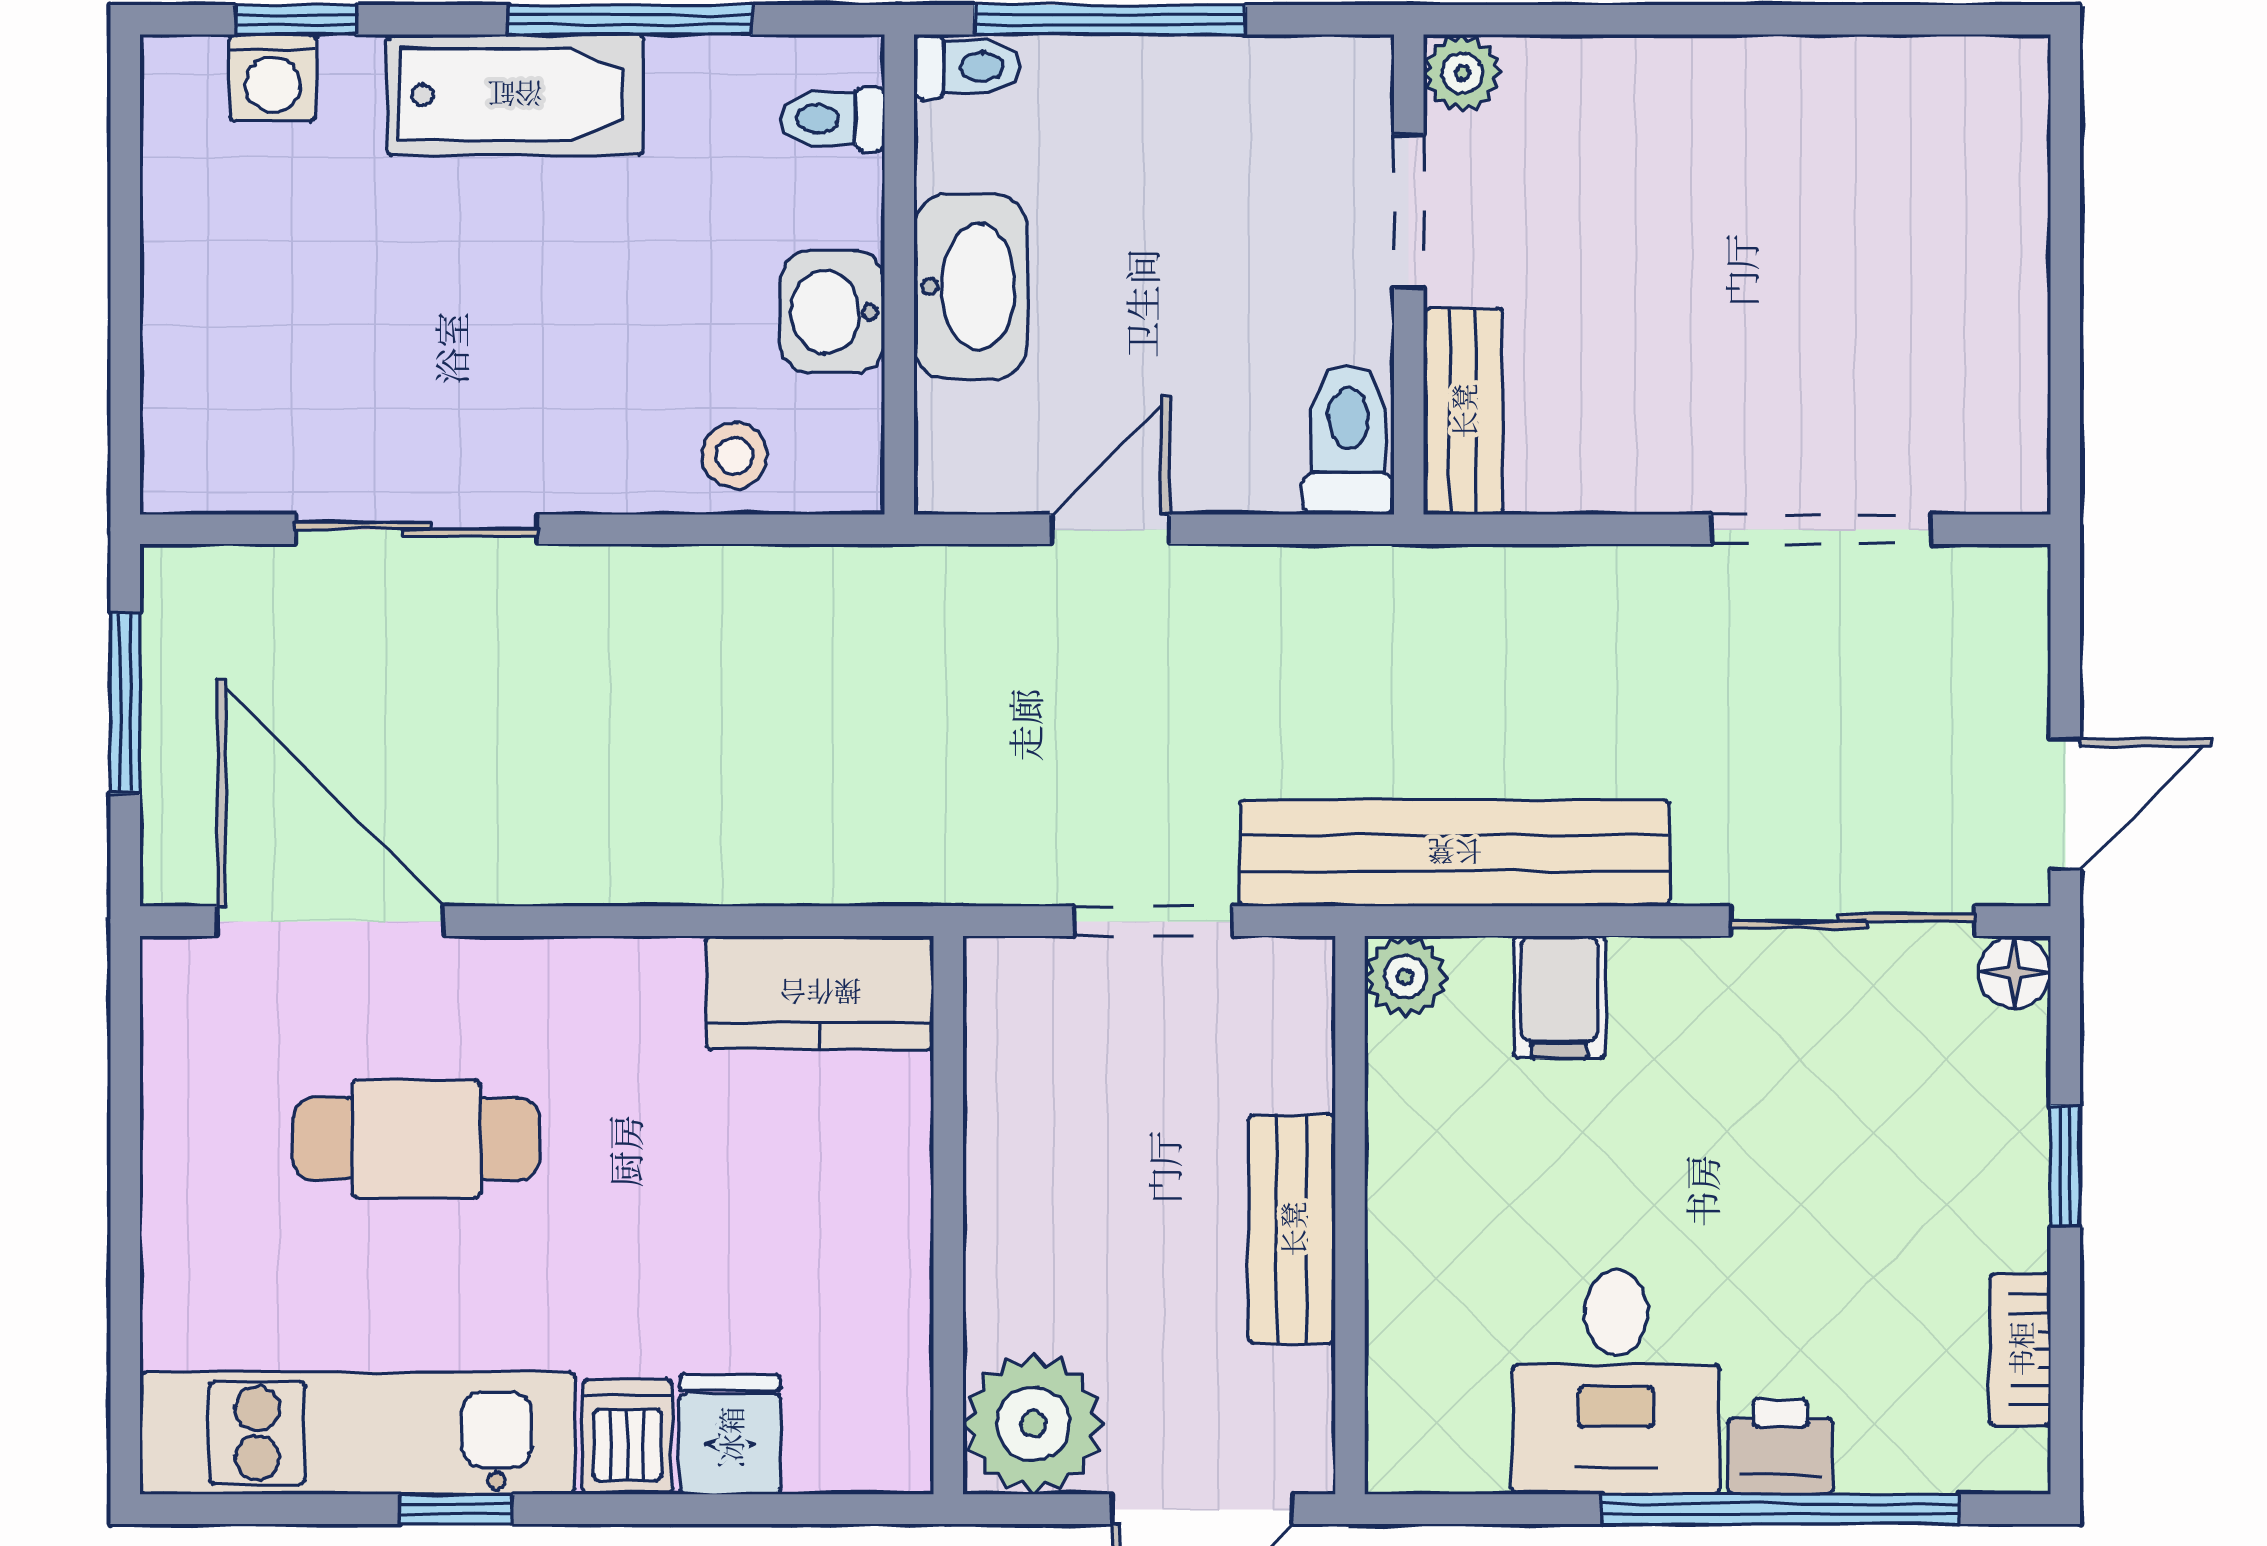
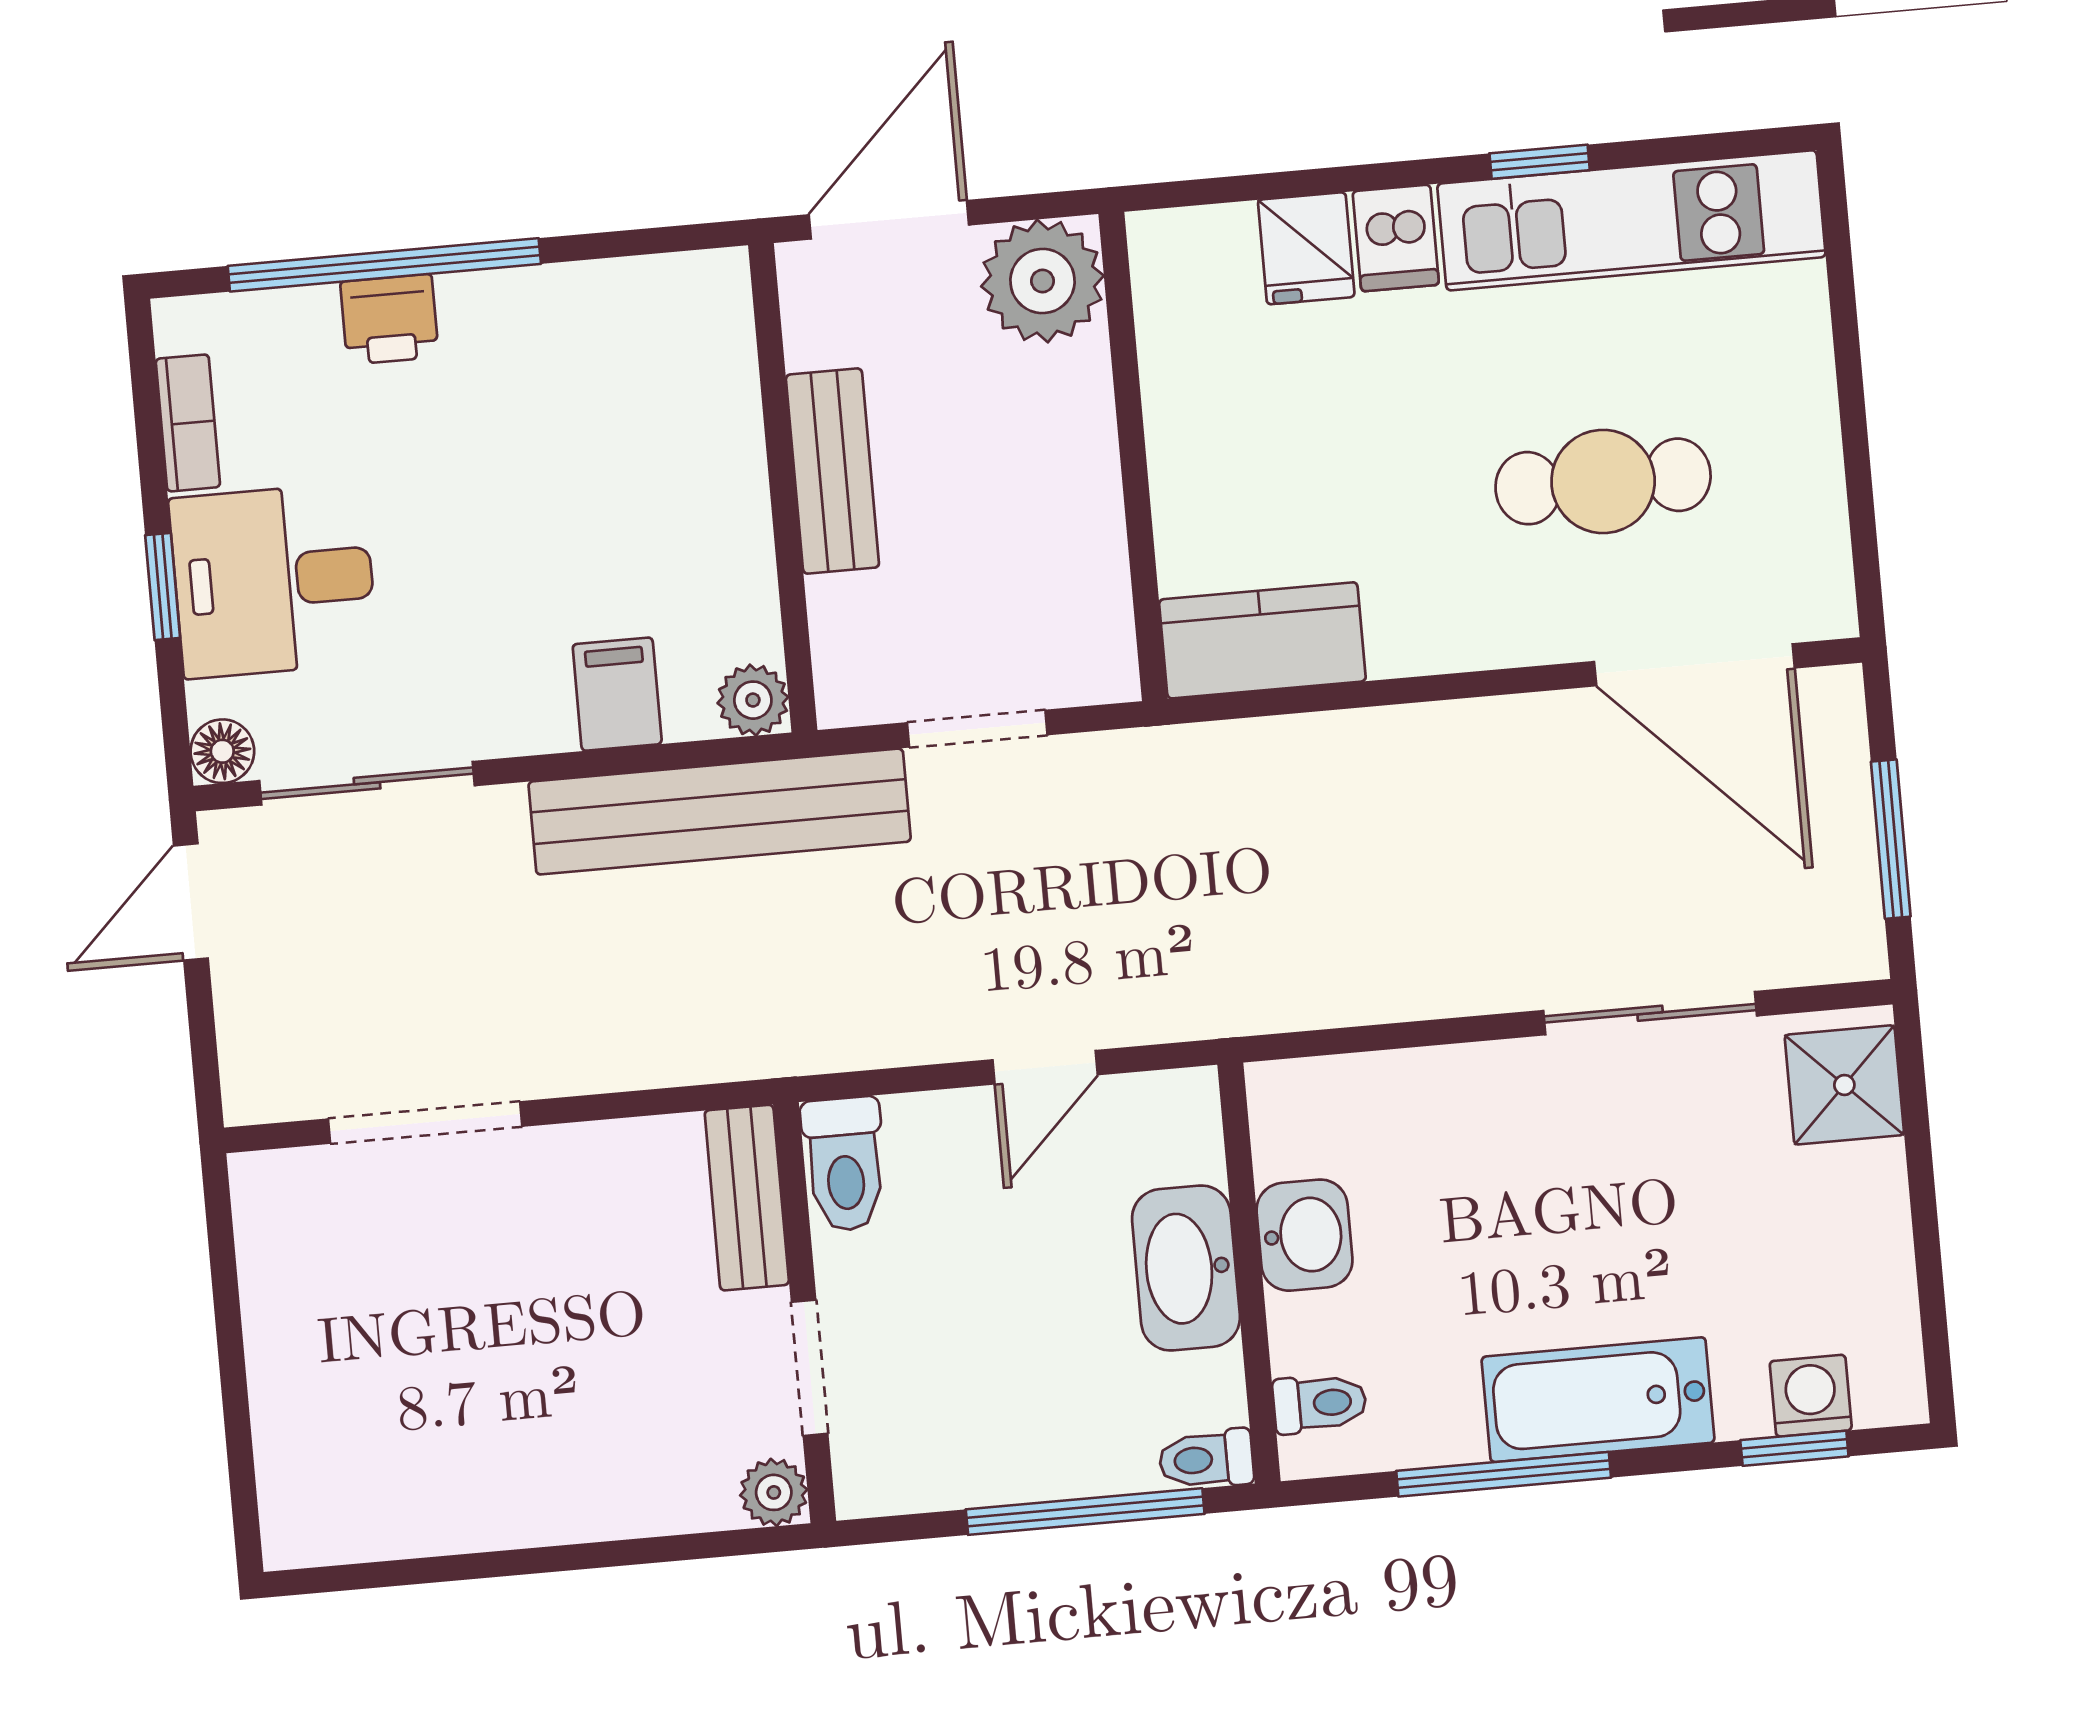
shower: (203, 428) -> (1844, 1085), added
stool: (734, 455) -> (1379, 1102), removed
desk: (1616, 1382) -> (274, 580), moved, turned -90

